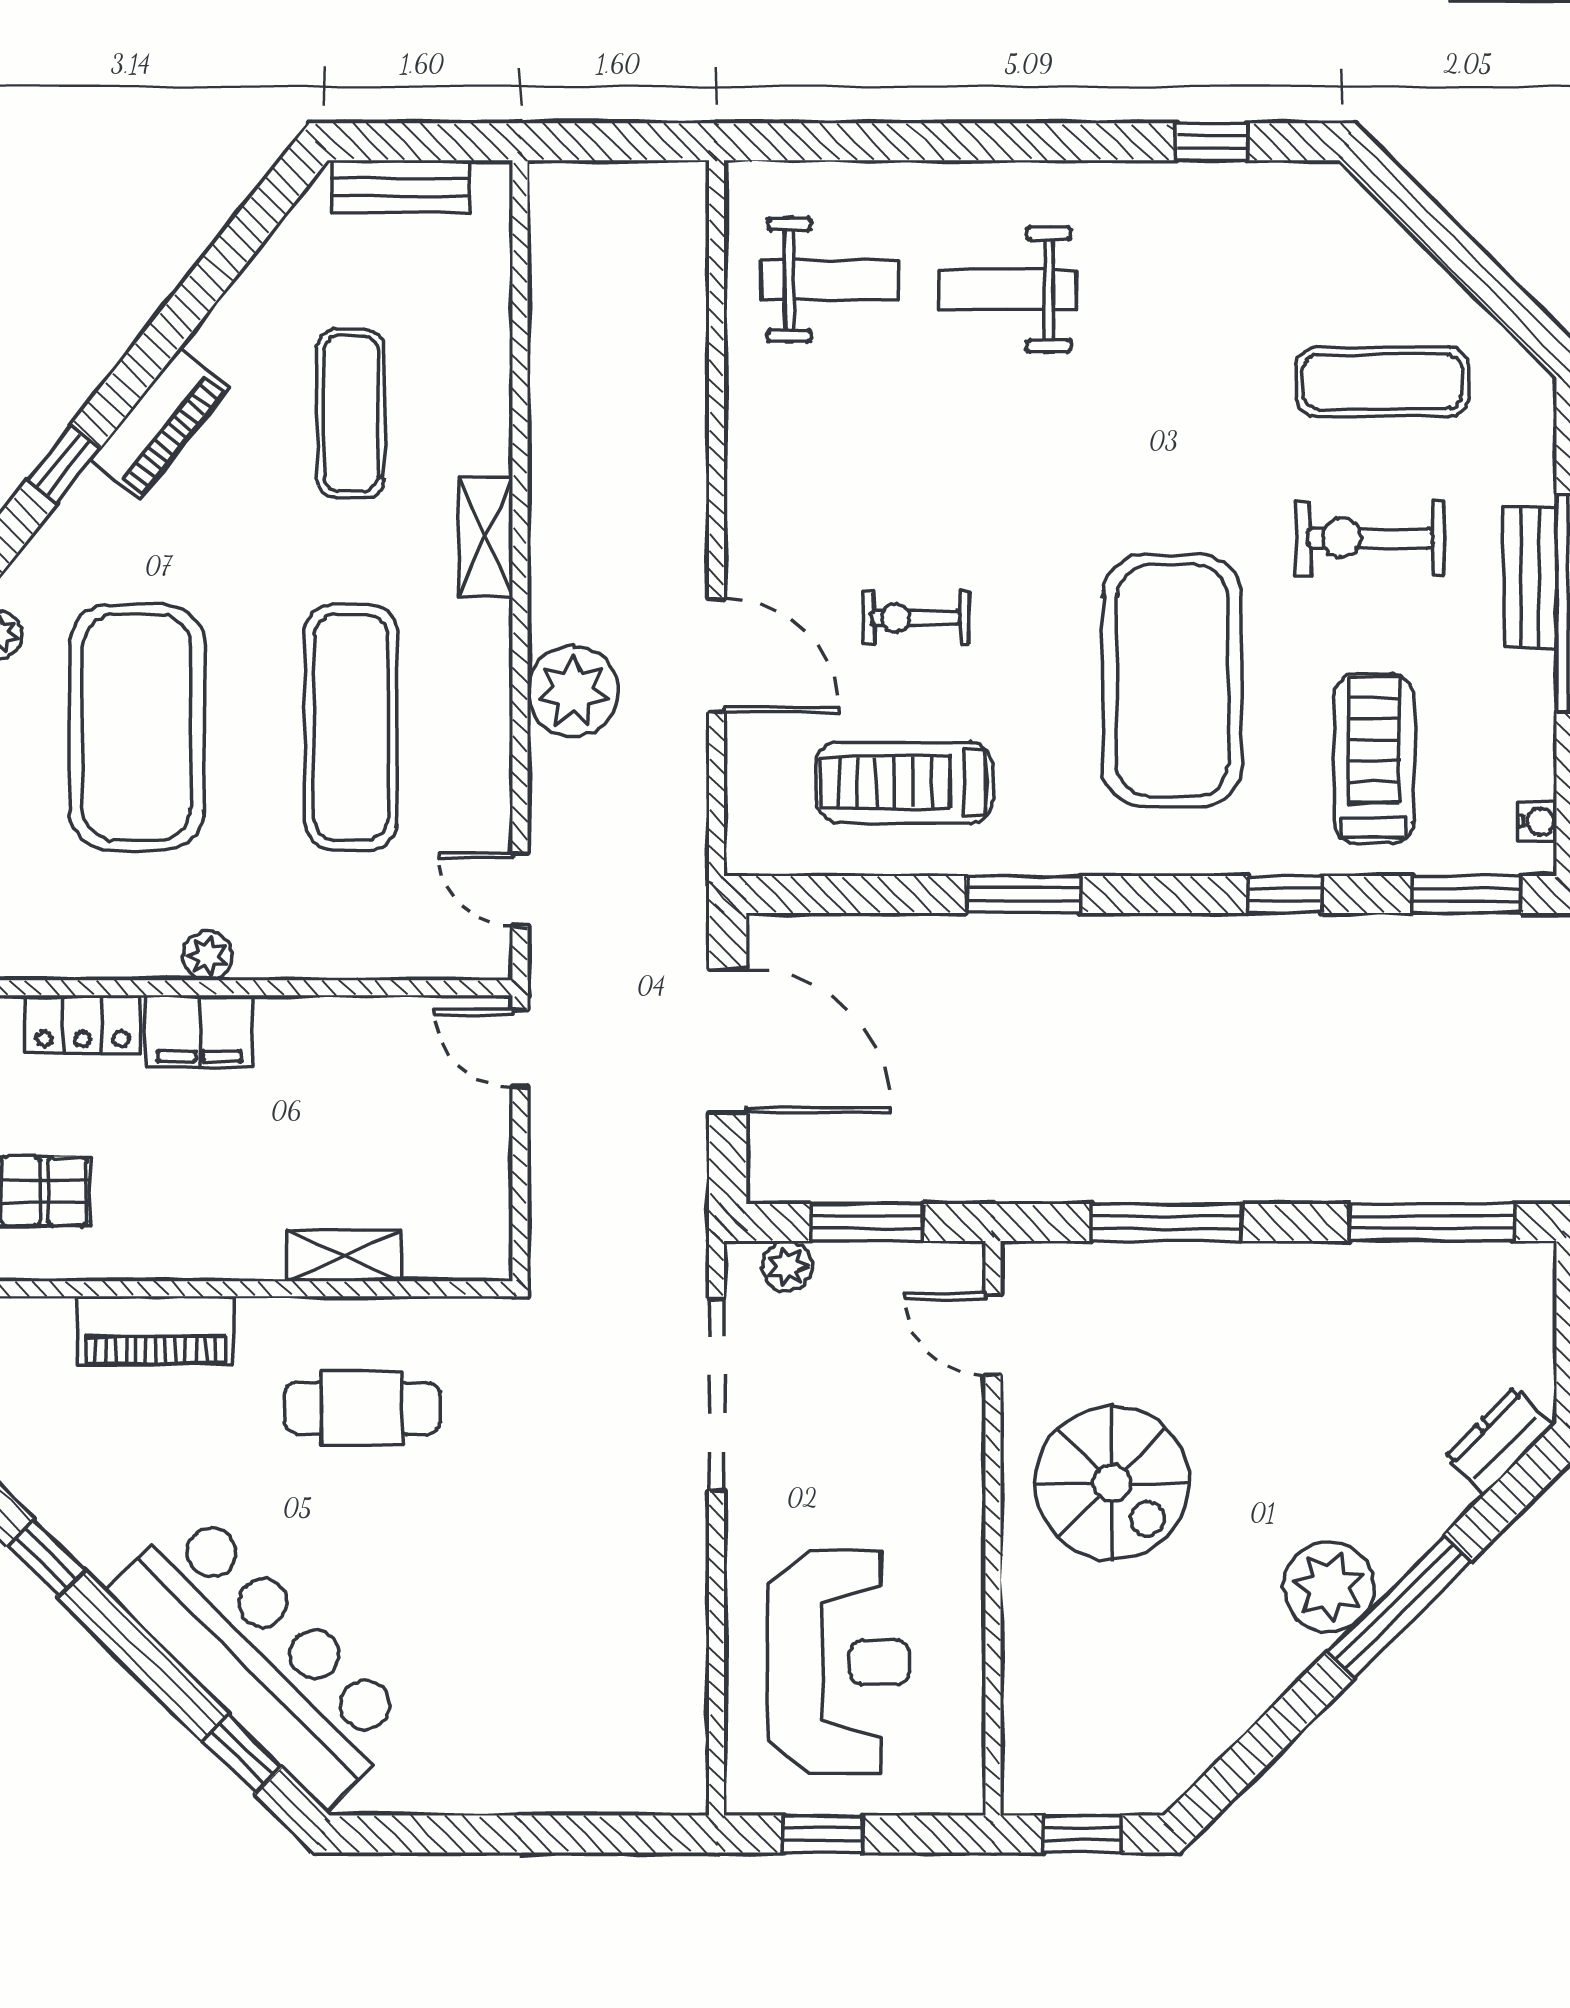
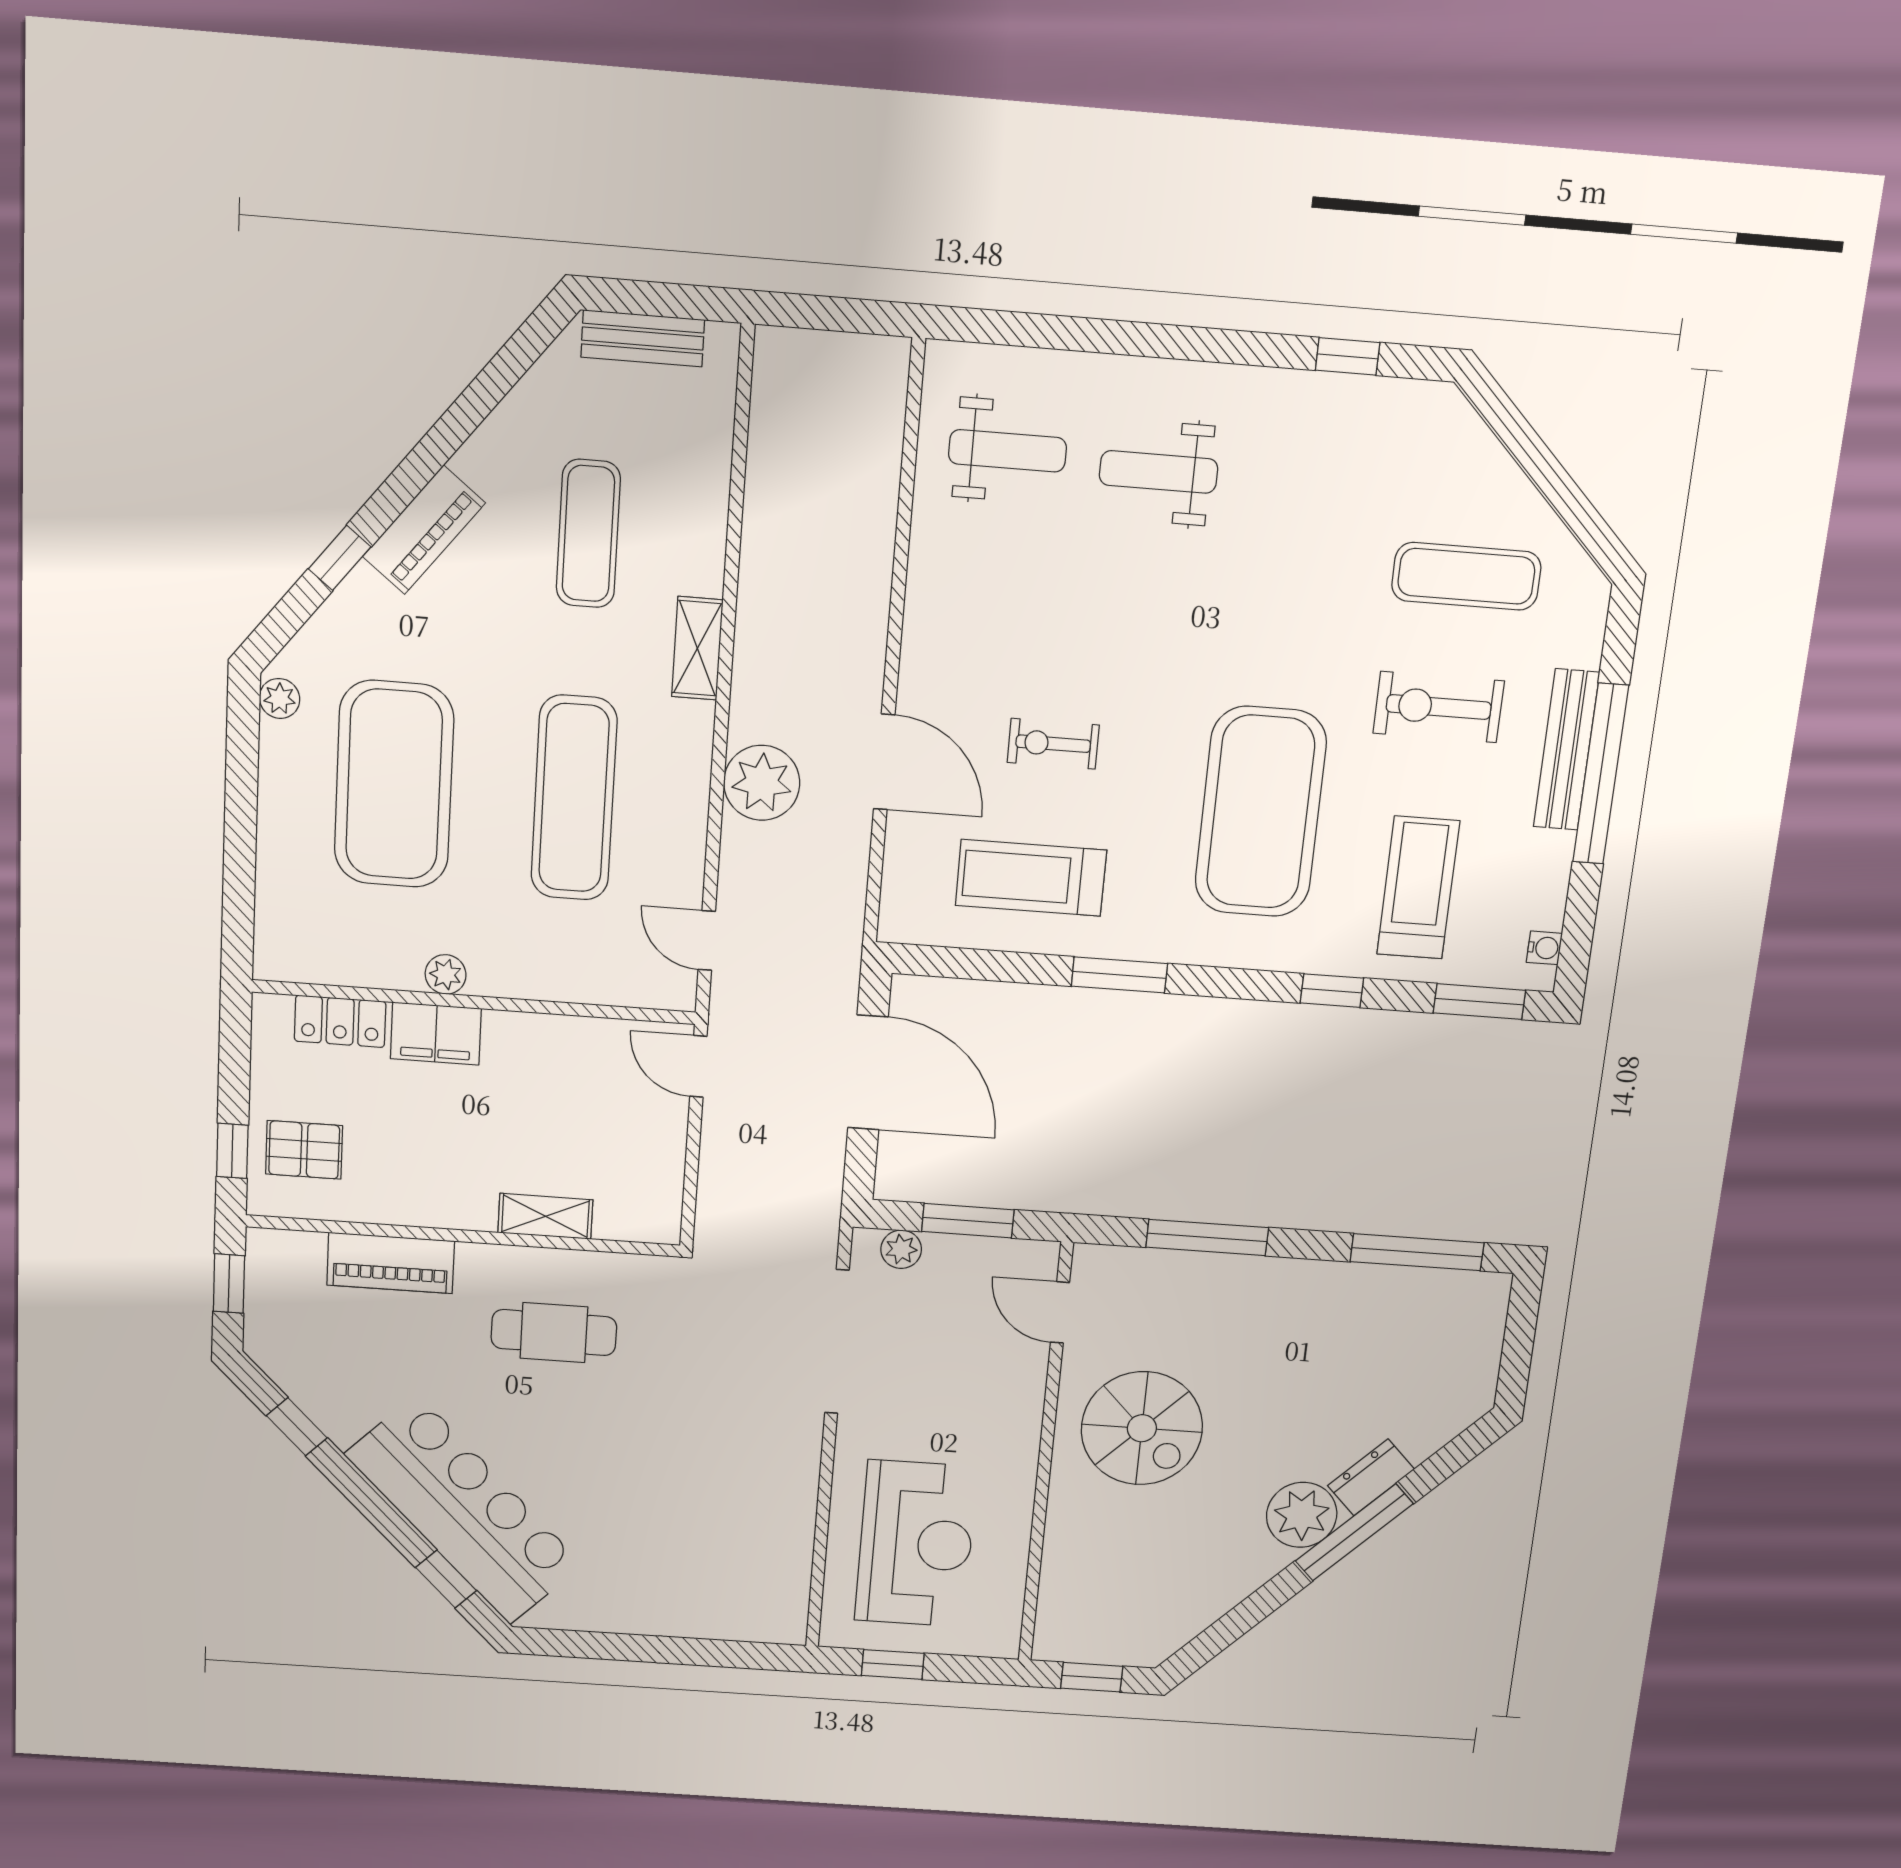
bench: (1530, 577) -> (1566, 750), width x1.36
dresser: (1499, 1441) -> (1371, 1477), moved

